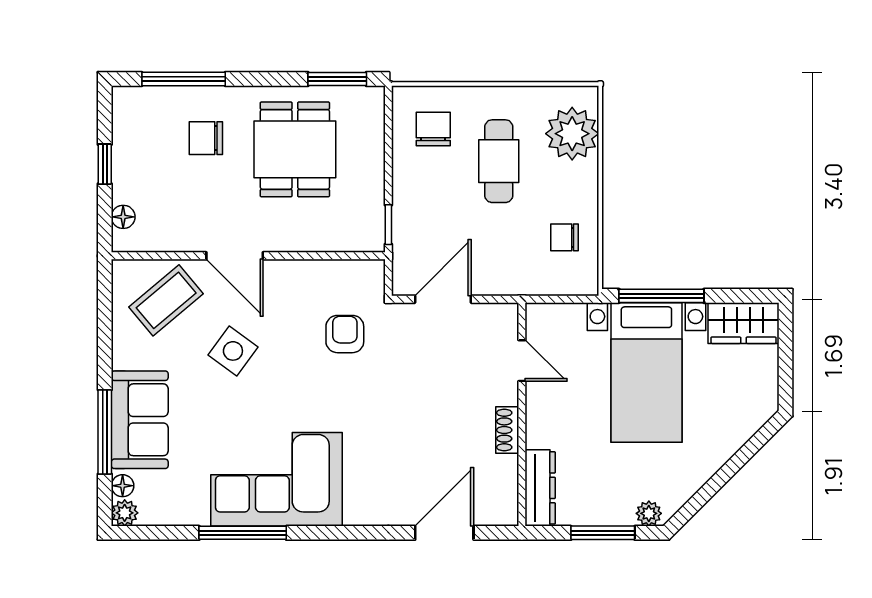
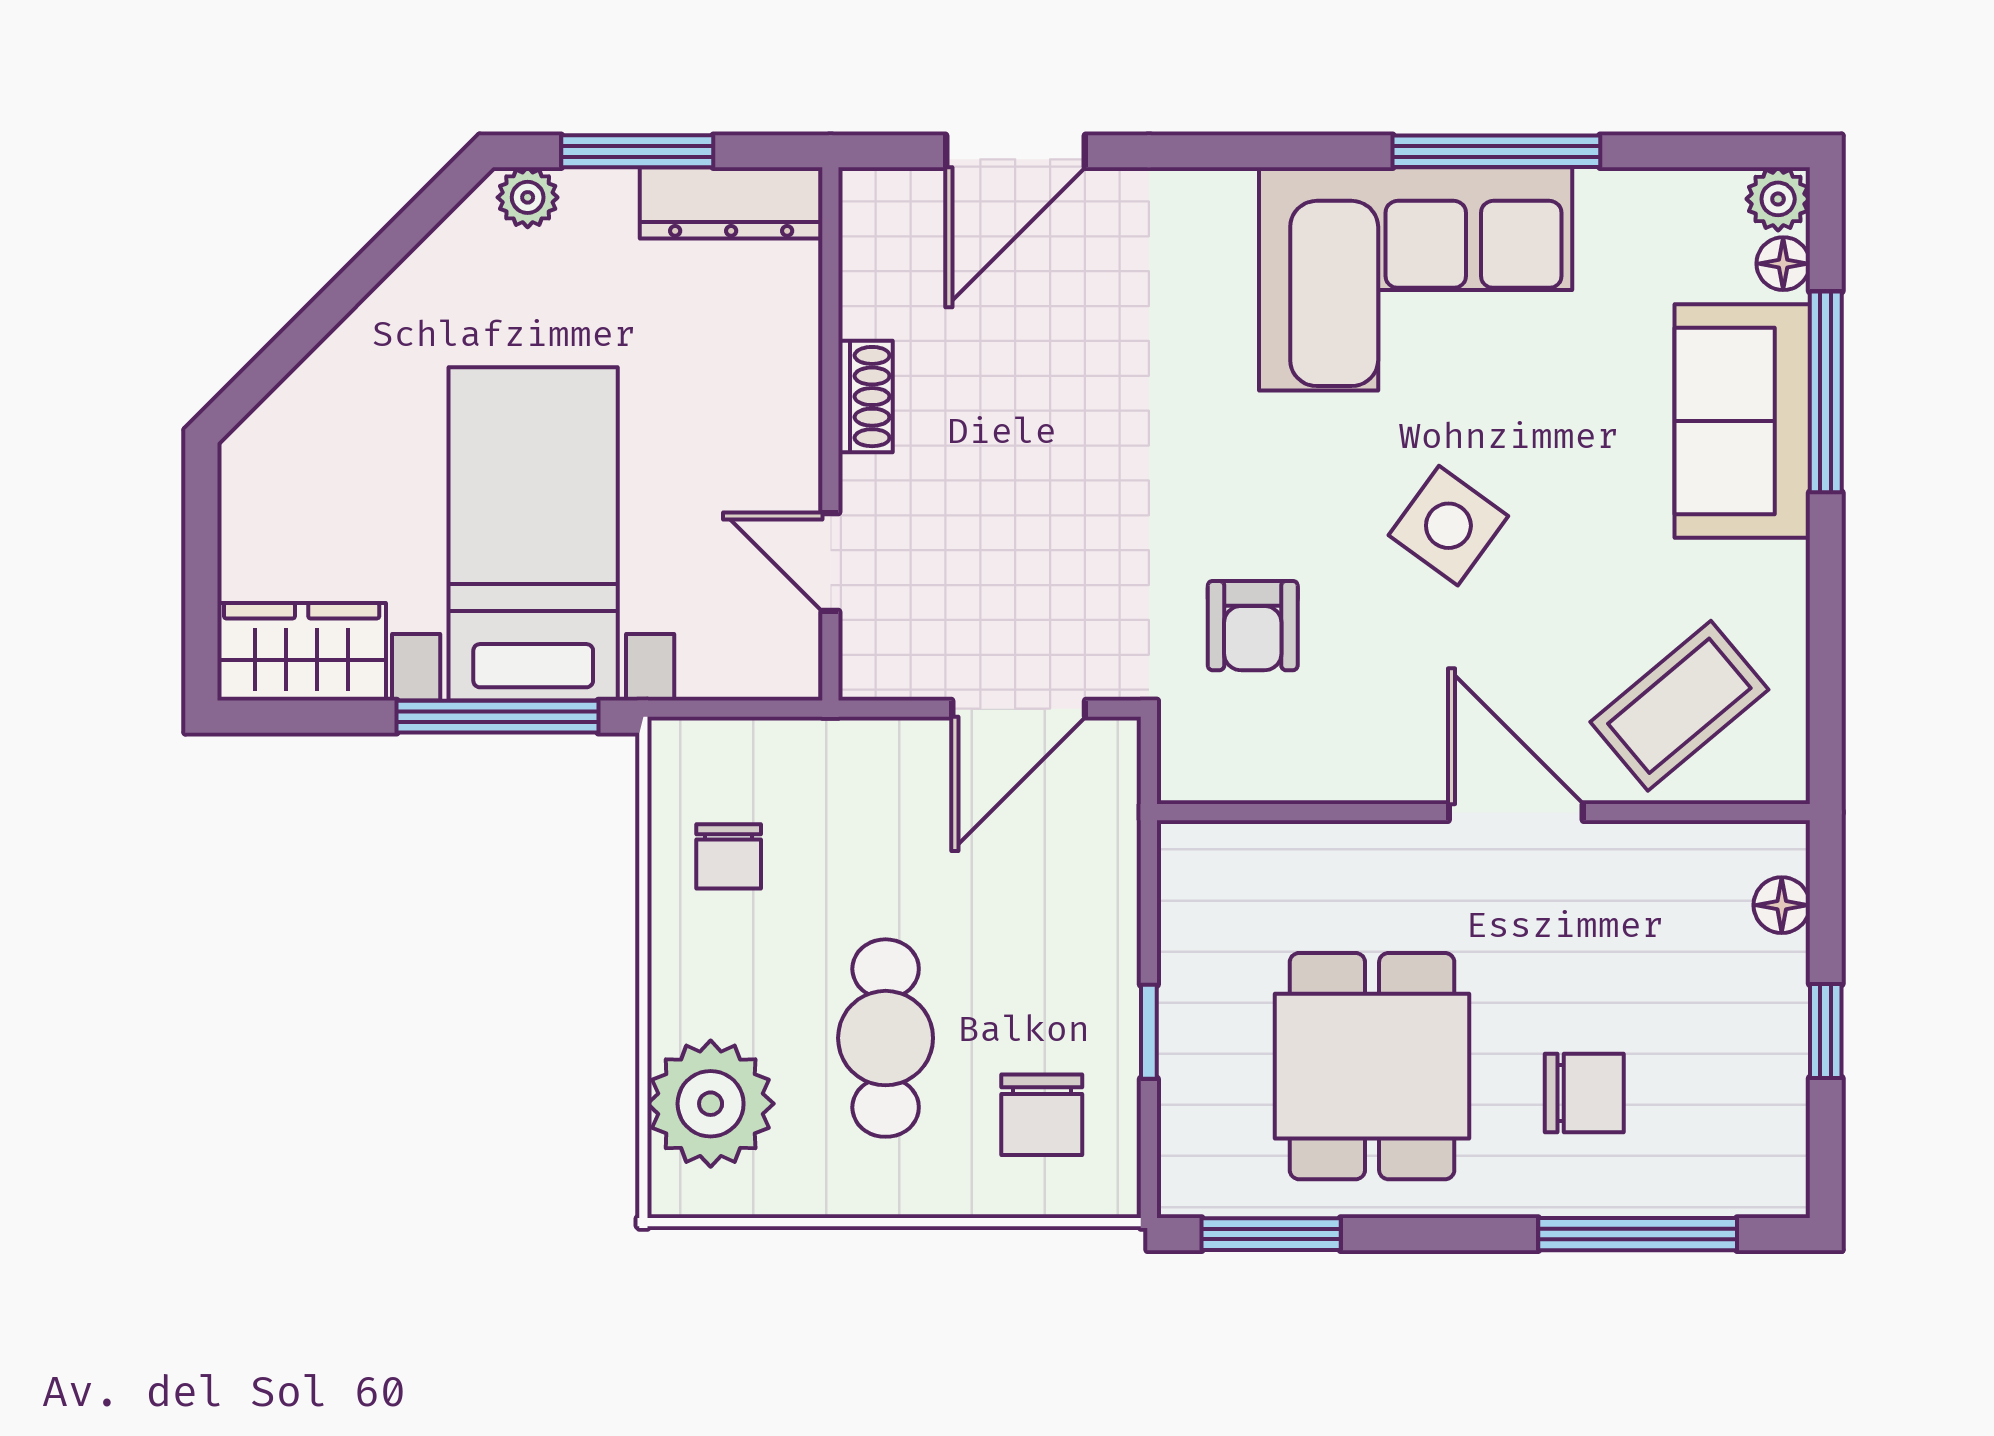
window: (388, 225) -> (1149, 1032), moved
chair: (565, 237) -> (729, 856), turned 90
side table: (233, 351) -> (1448, 526), moved
dresser: (540, 488) -> (731, 203), moved, turned -90

